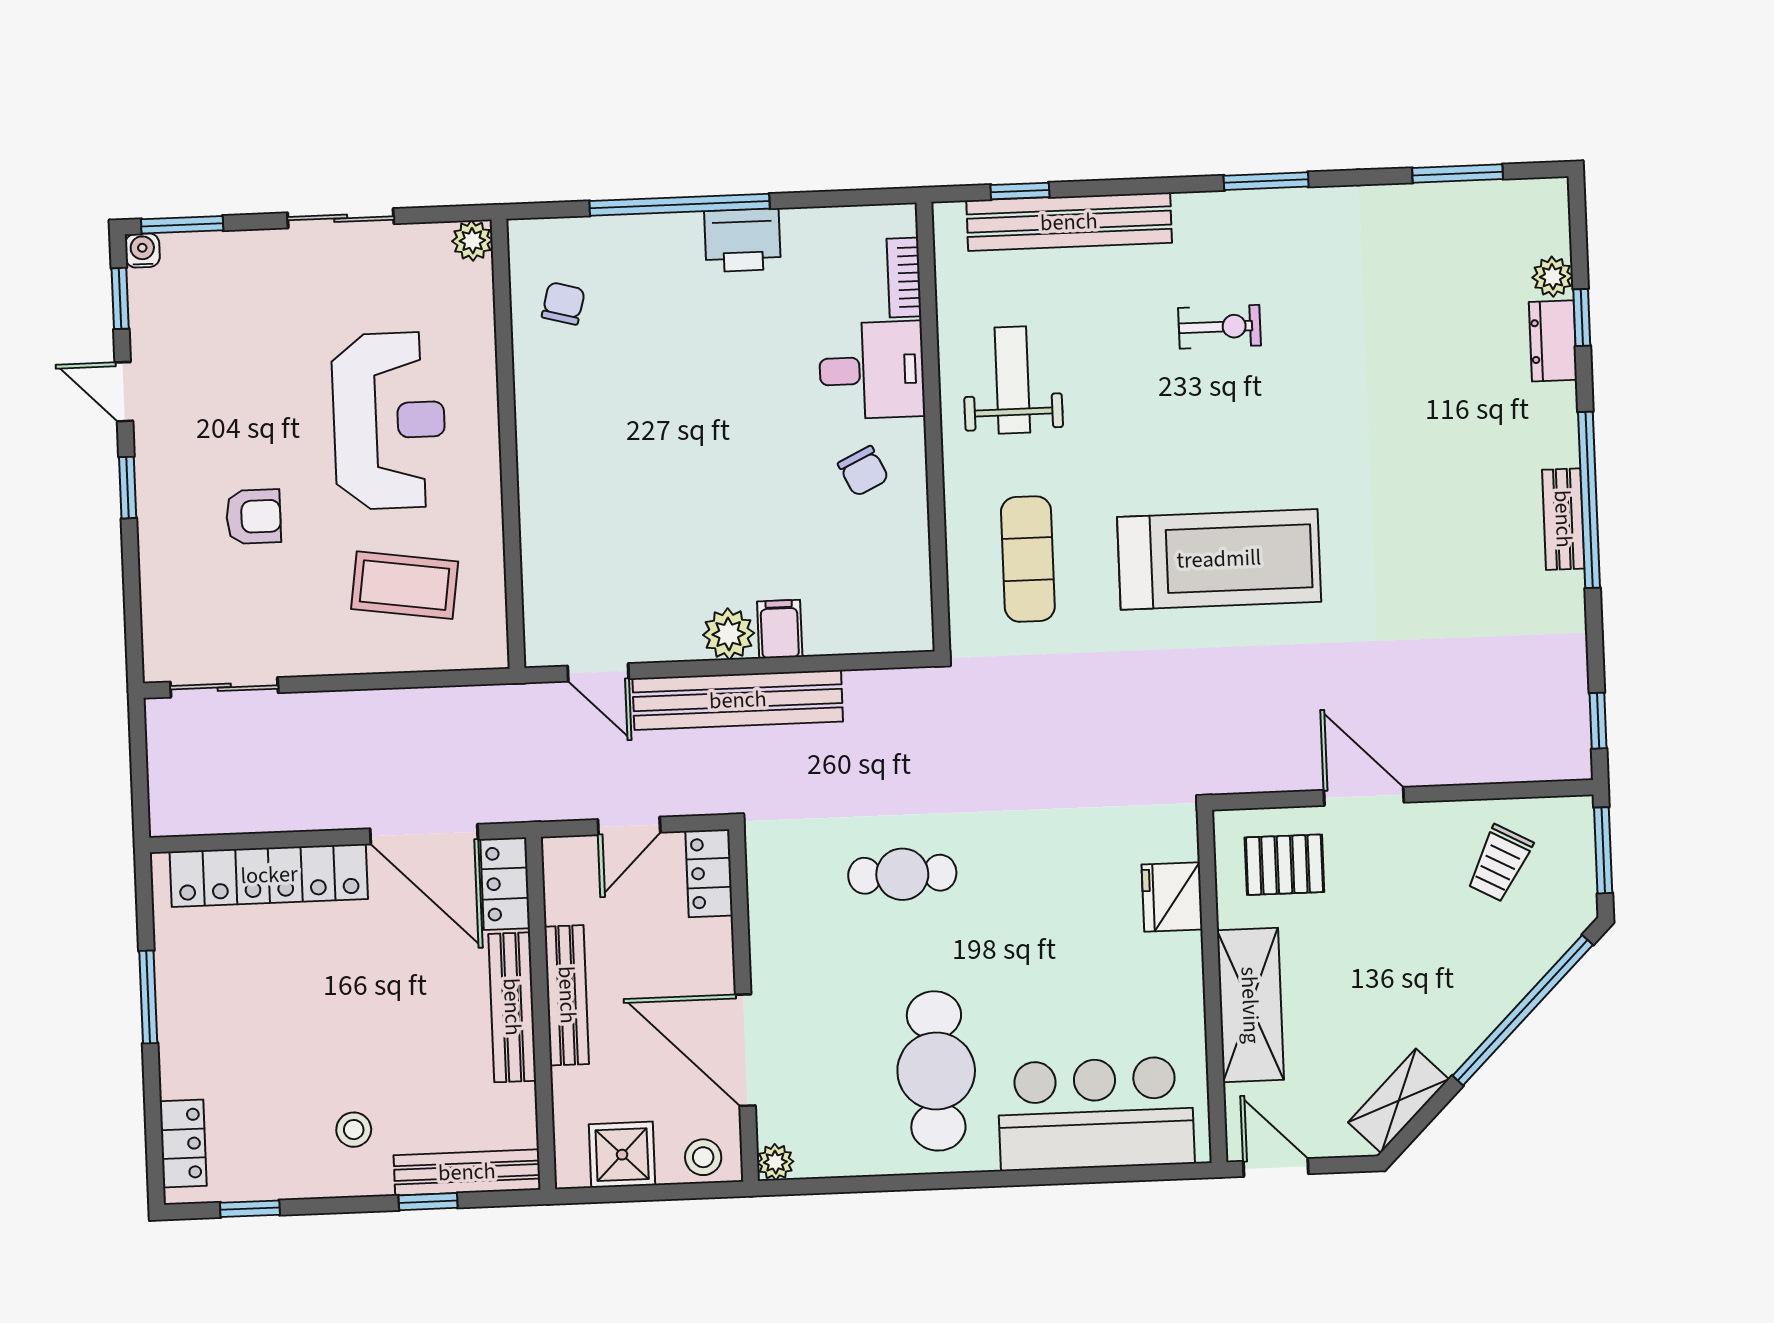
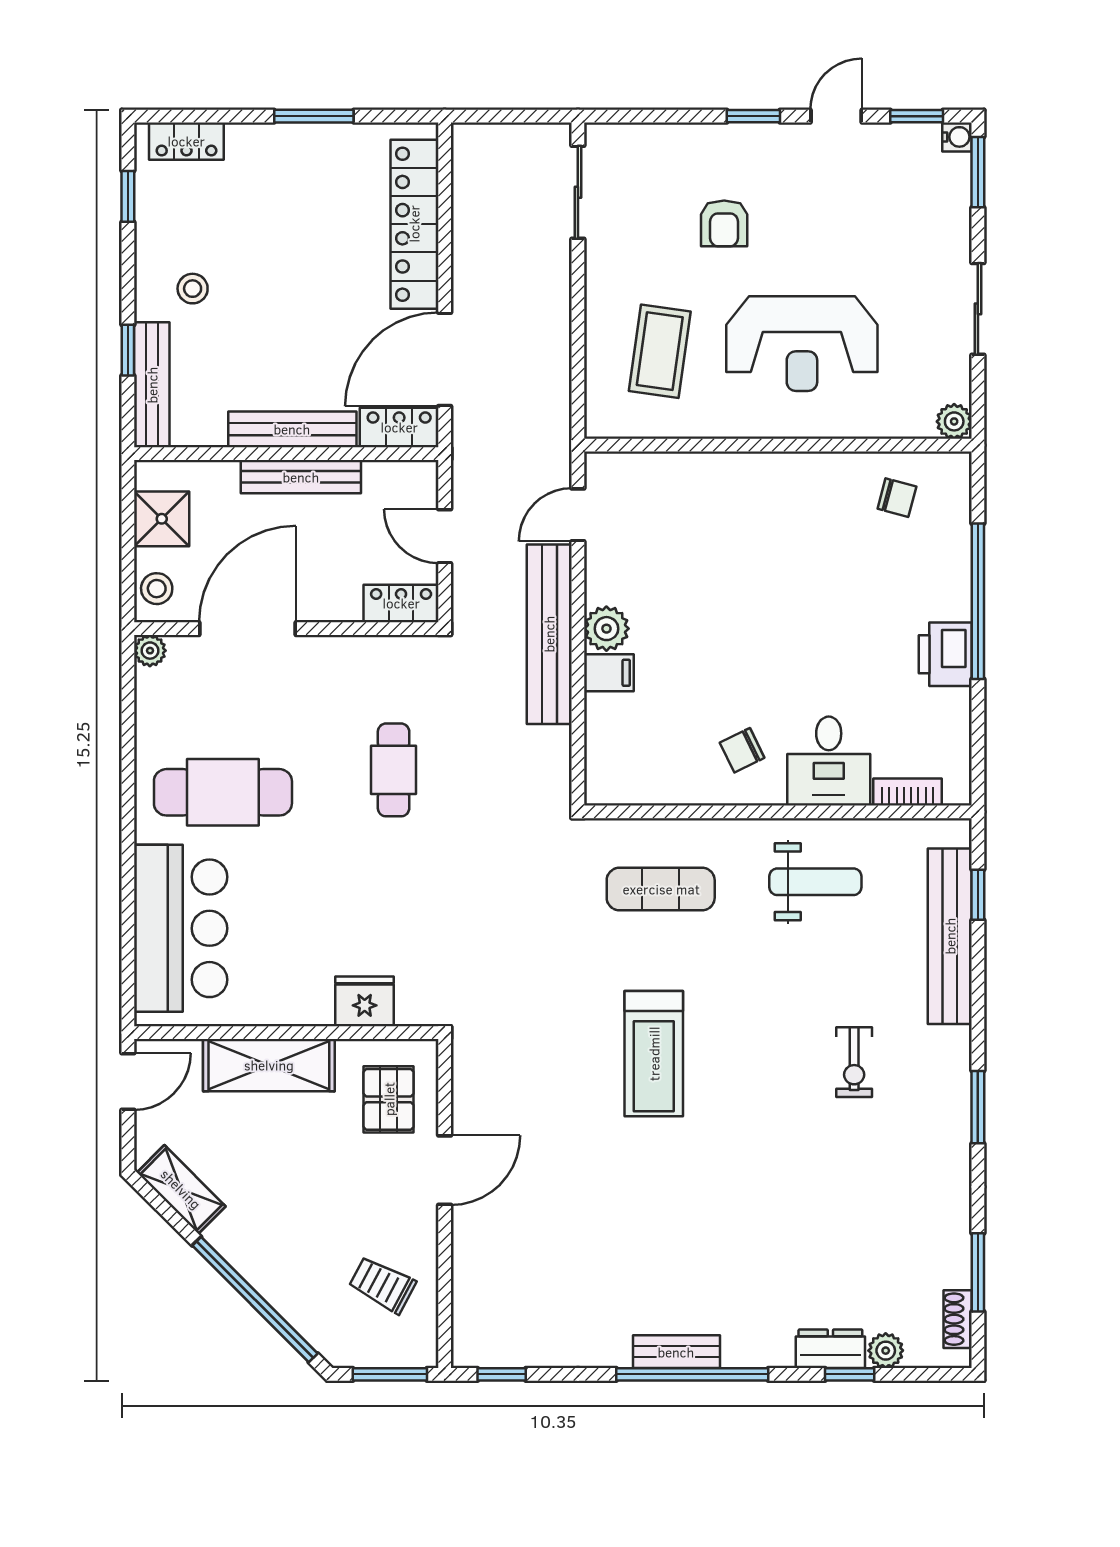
shoe rack: (1513, 195) -> (958, 1319), added
treadmill: (1219, 559) -> (654, 1054), width x0.73, depth x0.73

